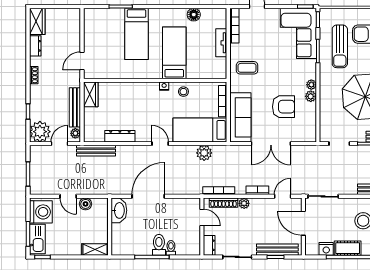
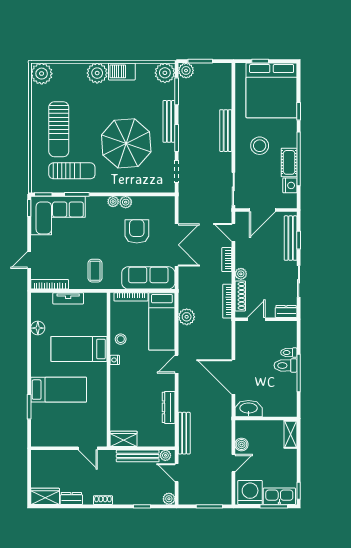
plant: (40, 132) -> (169, 499), width x0.53, depth x0.53

